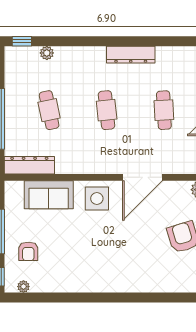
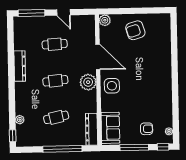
plant: (103, 161) -> (88, 82), added
sofa: (49, 195) -> (110, 128), moved

